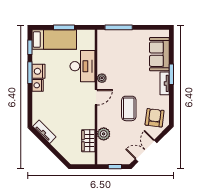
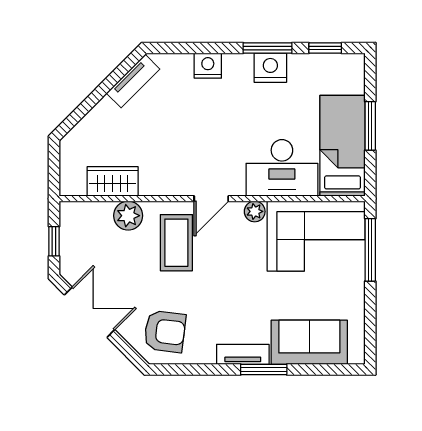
bed: (54, 40) -> (342, 146), moved, turned 180
corner sofa: (113, 51) -> (316, 236), added
nightstand: (38, 85) -> (208, 66), moved
door: (96, 97) -> (211, 199), hinge flipped
coffee table: (129, 108) -> (176, 243), moved, turned 90

